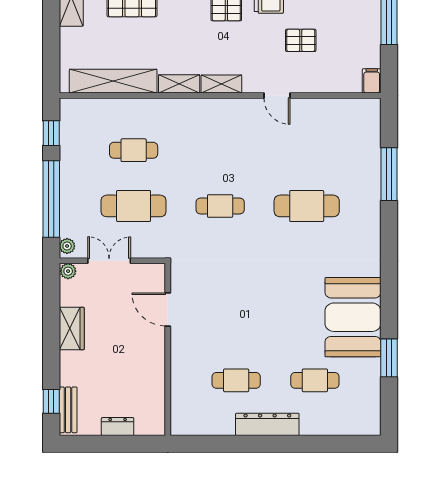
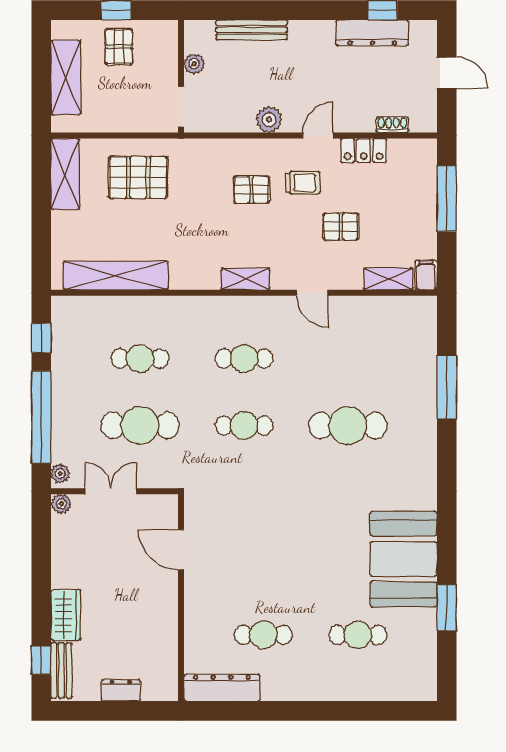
shelving: (179, 84) -> (388, 279), moved
cafe table: (220, 150) -> (244, 359), added
wardrobe: (72, 329) -> (66, 615), moved
dresser: (267, 424) -> (222, 688), moved

